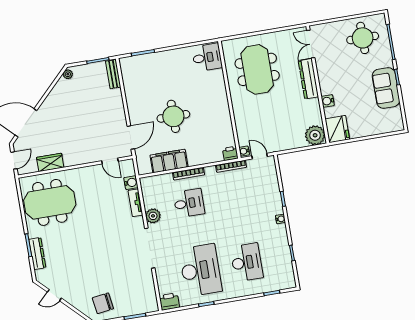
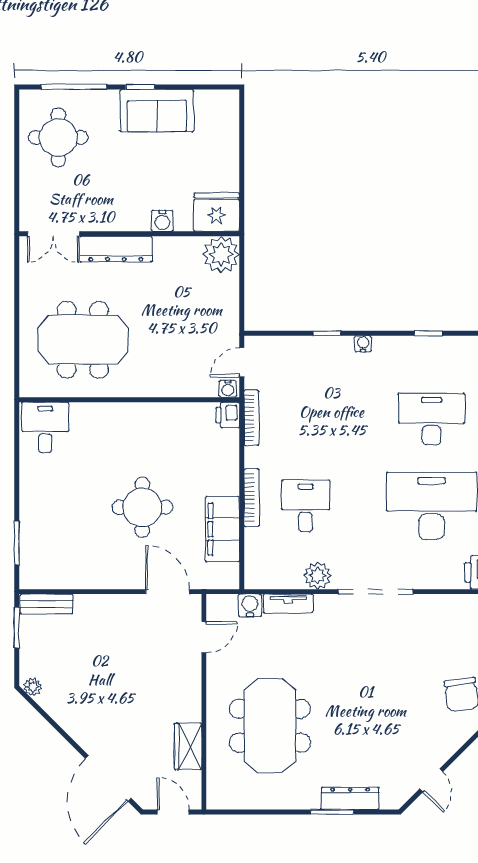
meeting table: (50, 202) -> (270, 726), moved

